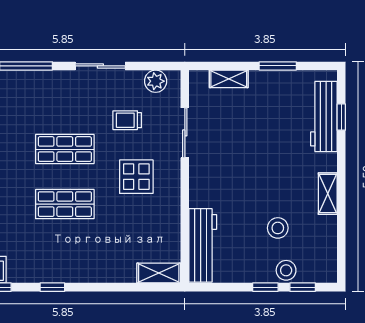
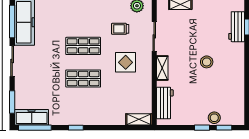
workbench: (324, 117) -> (237, 27), width x0.73
shelving: (328, 194) -> (162, 68), moved
stool: (278, 228) -> (207, 62), moved
workbench: (203, 245) -> (165, 103), width x0.73

